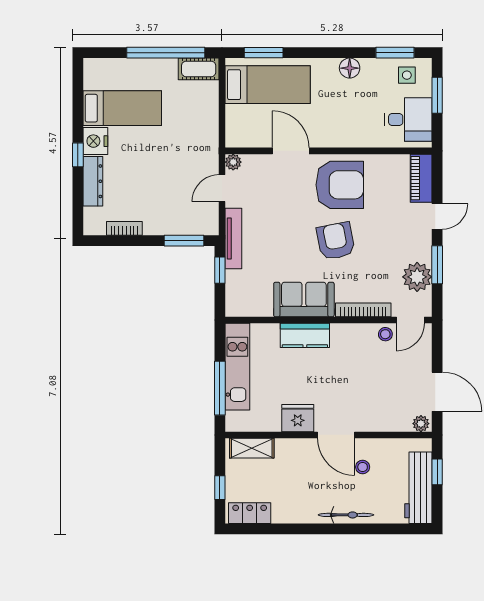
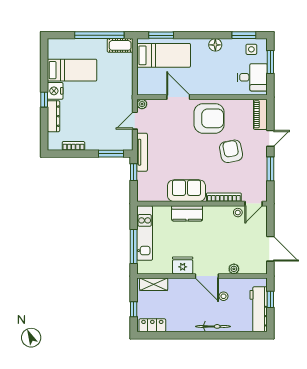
armchair: (336, 241) -> (231, 151), moved
plant: (417, 277) -> (258, 176), removed
plant: (421, 424) -> (234, 269), moved

